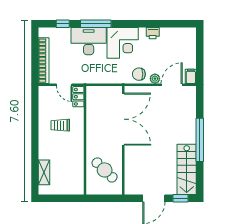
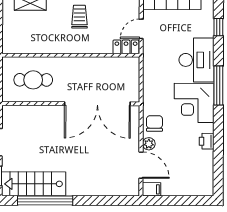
window: (96, 24) -> (218, 85), moved
trolley: (60, 125) -> (79, 17), moved
window: (200, 140) -> (45, 200), moved
cafe table: (105, 170) -> (33, 80), turned 46

